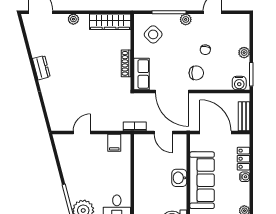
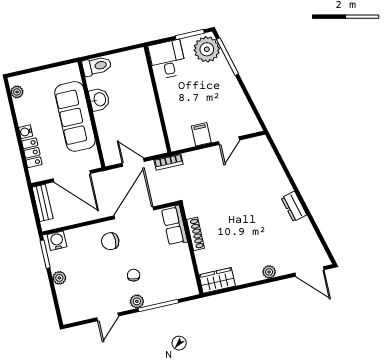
wardrobe: (110, 22) -> (217, 280), width x0.67
side table: (153, 34) -> (171, 275), removed
chair: (205, 50) -> (134, 275), moved
door: (172, 92) -> (134, 213), hinge flipped
filing cabinet: (114, 143) -> (201, 134), moved
washbasin: (179, 178) -> (99, 99), moved

